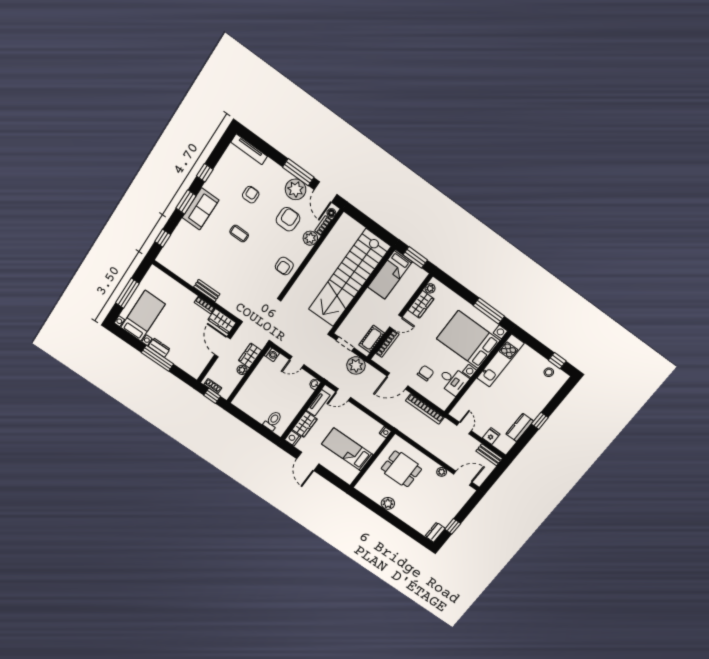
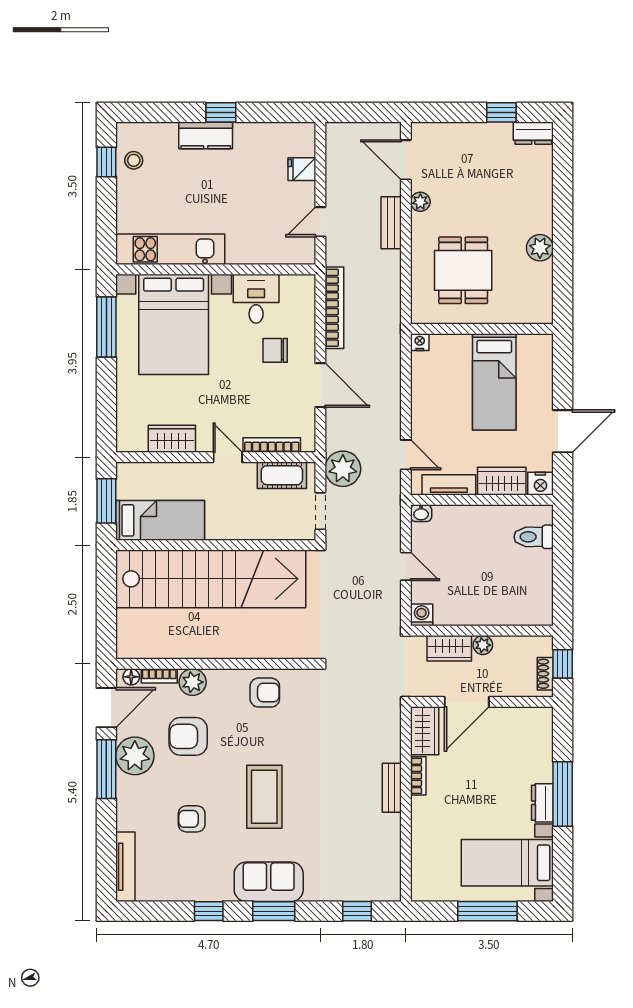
coffee table: (239, 234) -> (264, 797), width x1.86, depth x1.72
plant: (430, 288) -> (137, 443), removed
kitchen counter: (520, 427) -> (206, 135), moved
bench: (489, 455) -> (391, 223), moved

